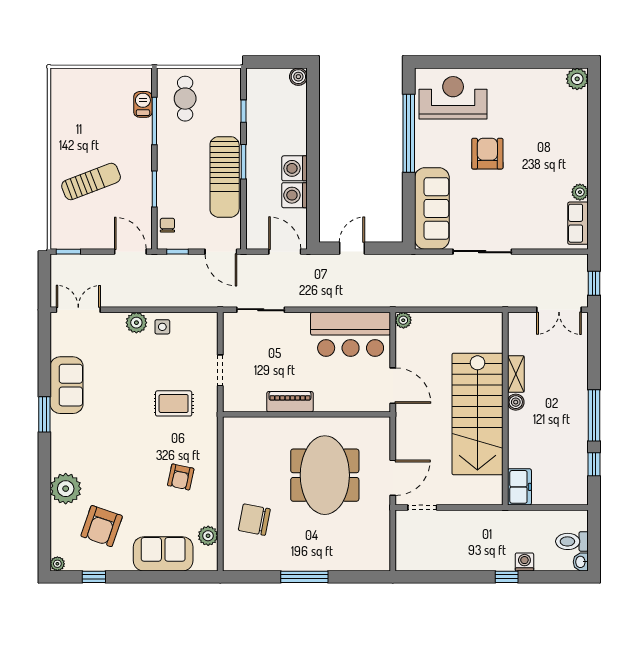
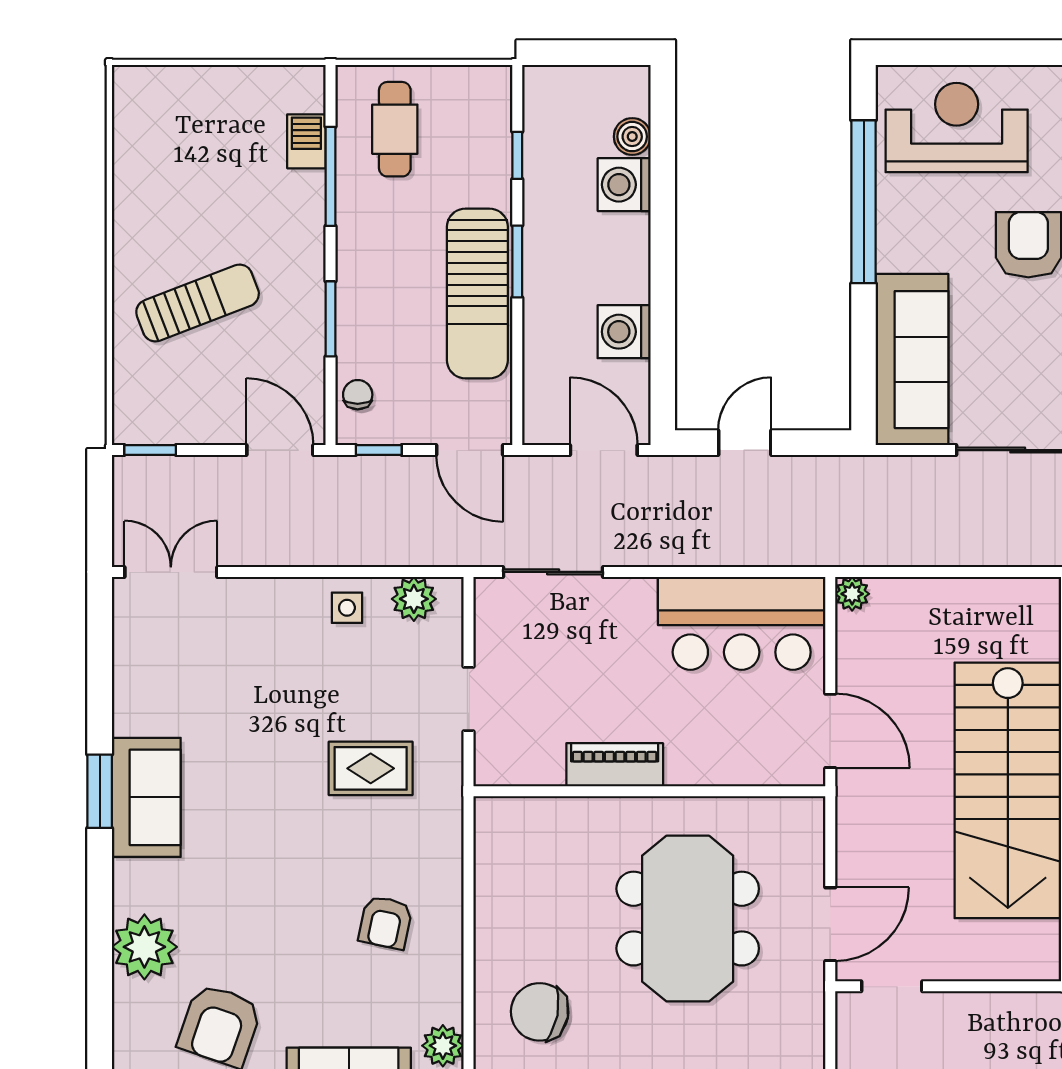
boiler: (298, 77) -> (632, 137), moved
washing machine: (295, 168) -> (624, 185), moved
plant: (136, 323) -> (414, 599), moved
sofa: (67, 385) -> (146, 797), moved

